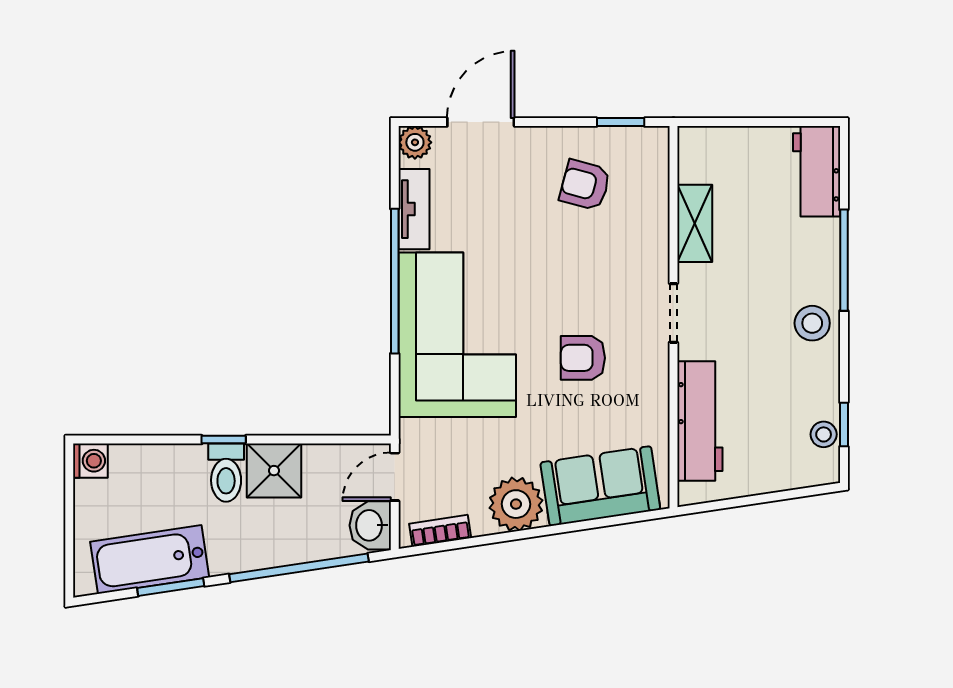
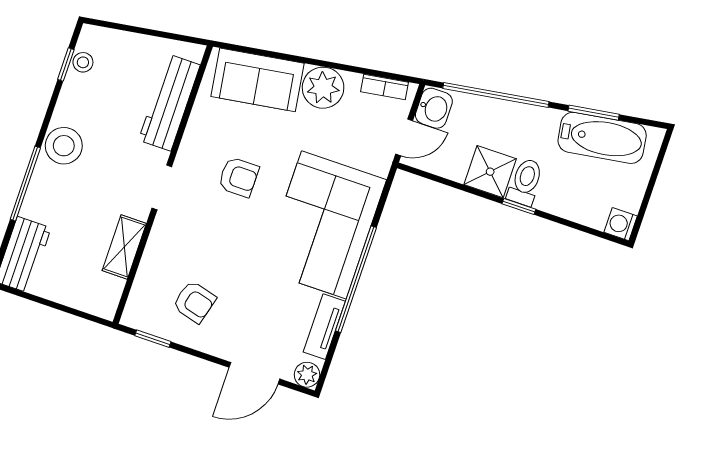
stool: (812, 323) -> (64, 146), width x1.38, depth x1.38

